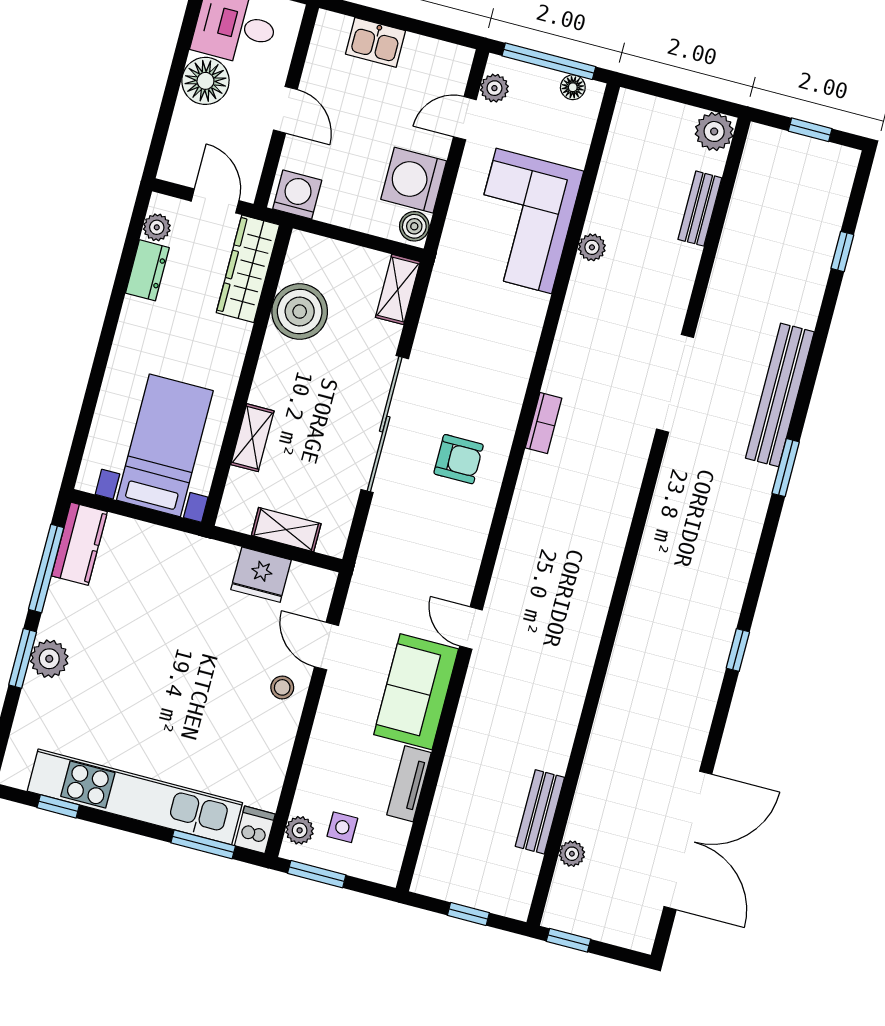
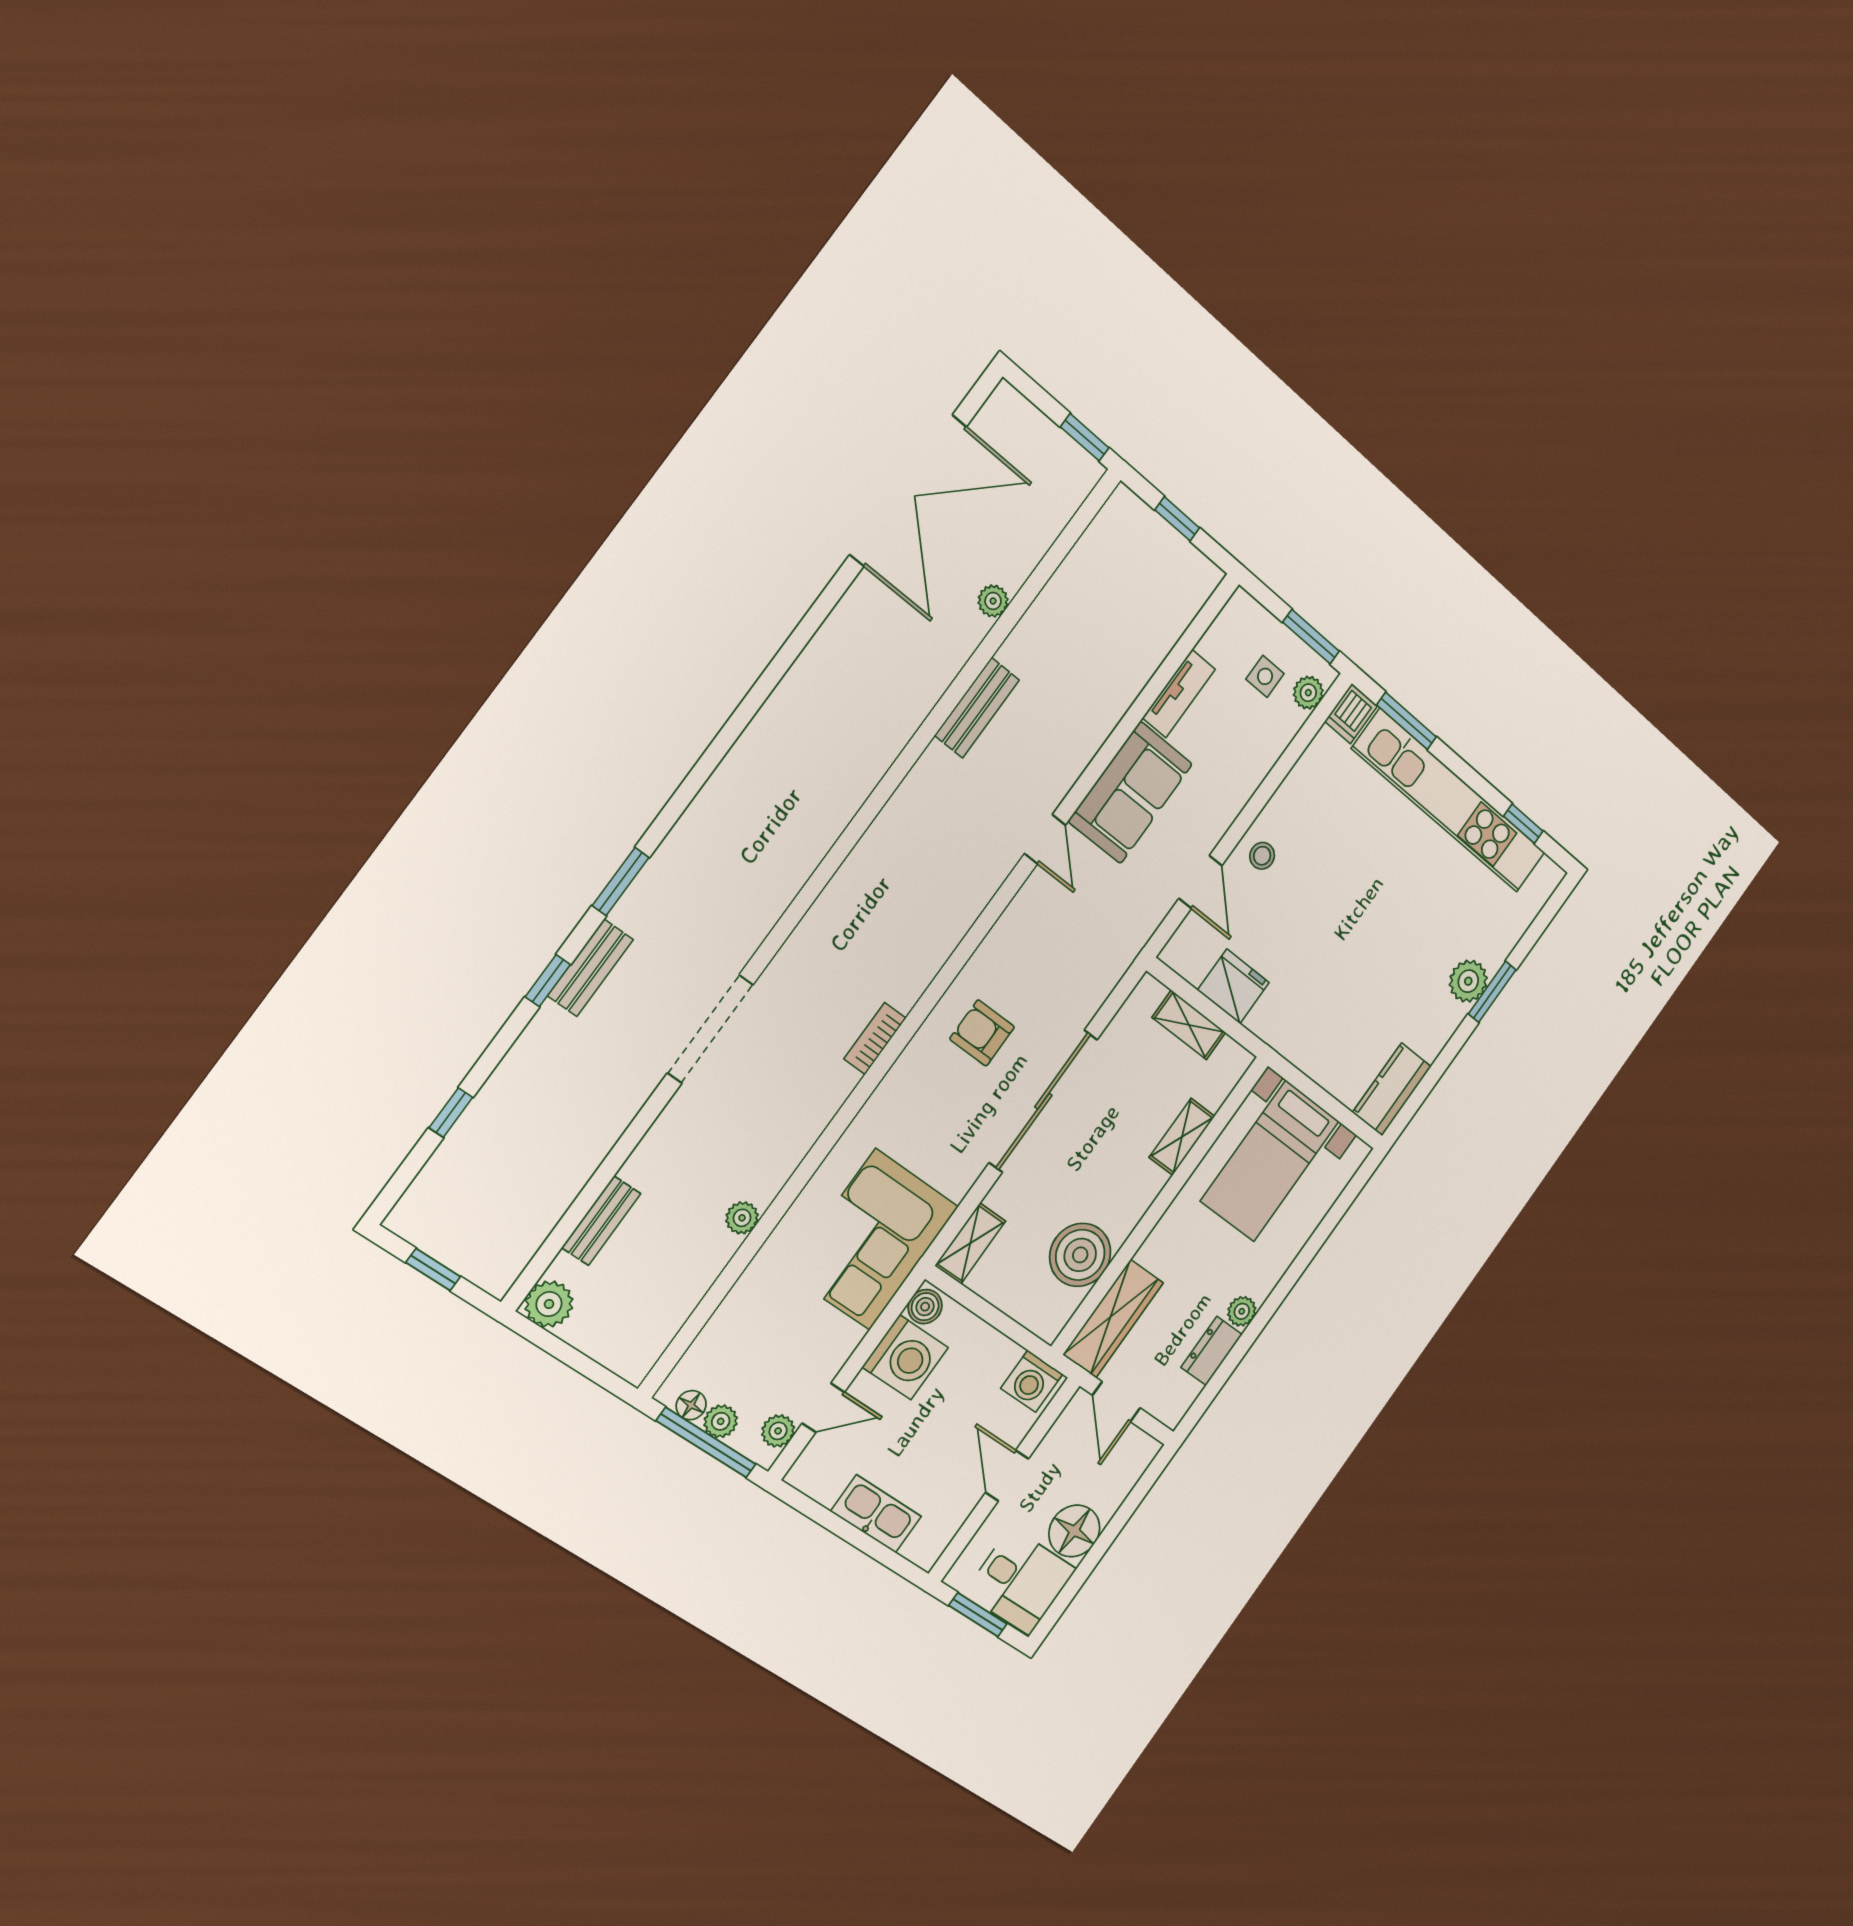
kitchen sink: (376, 42) -> (876, 1514), width x1.38
plant: (544, 82) -> (721, 1421), added
corner sofa: (524, 221) -> (873, 1240), moved, turned 180
plant: (157, 227) -> (1242, 1311), moved
bench: (780, 395) -> (590, 968), width x0.54, depth x0.82
window: (46, 568) -> (1433, 1076), removed
window: (738, 650) -> (548, 981), moved
bench: (540, 812) -> (977, 708), moved
double door: (688, 840) -> (908, 490), swing flipped
plant: (572, 854) -> (993, 601), moved

